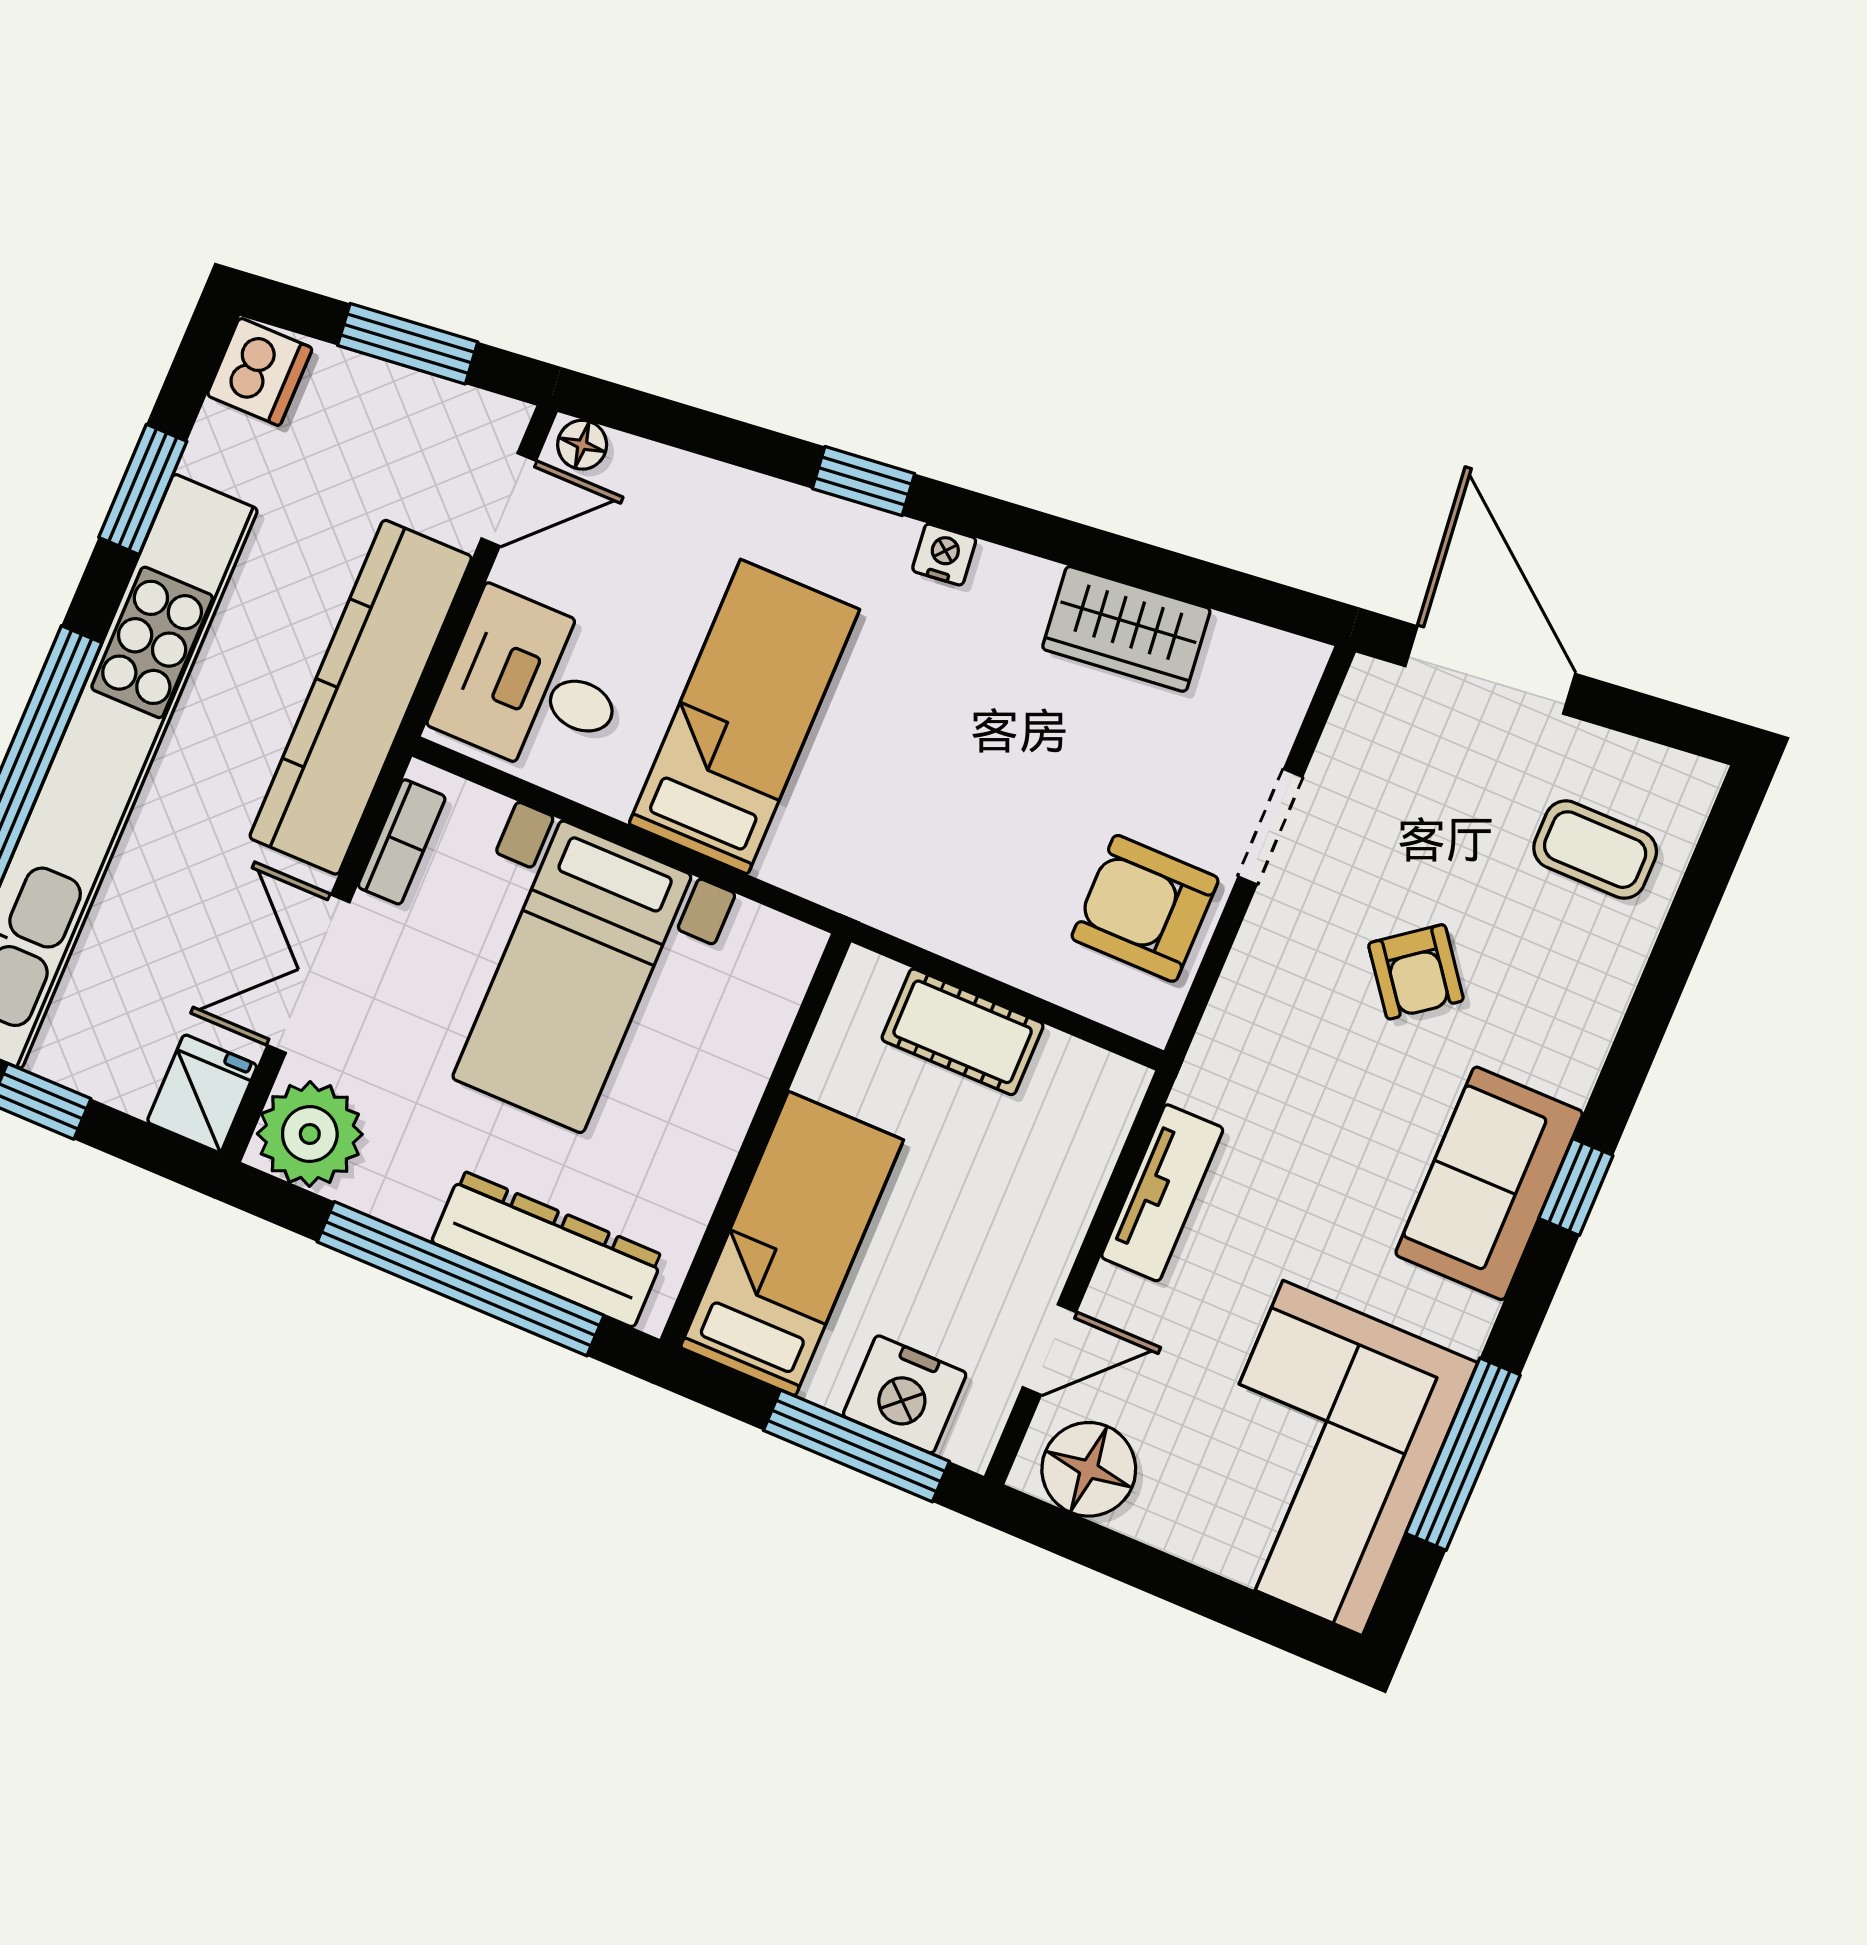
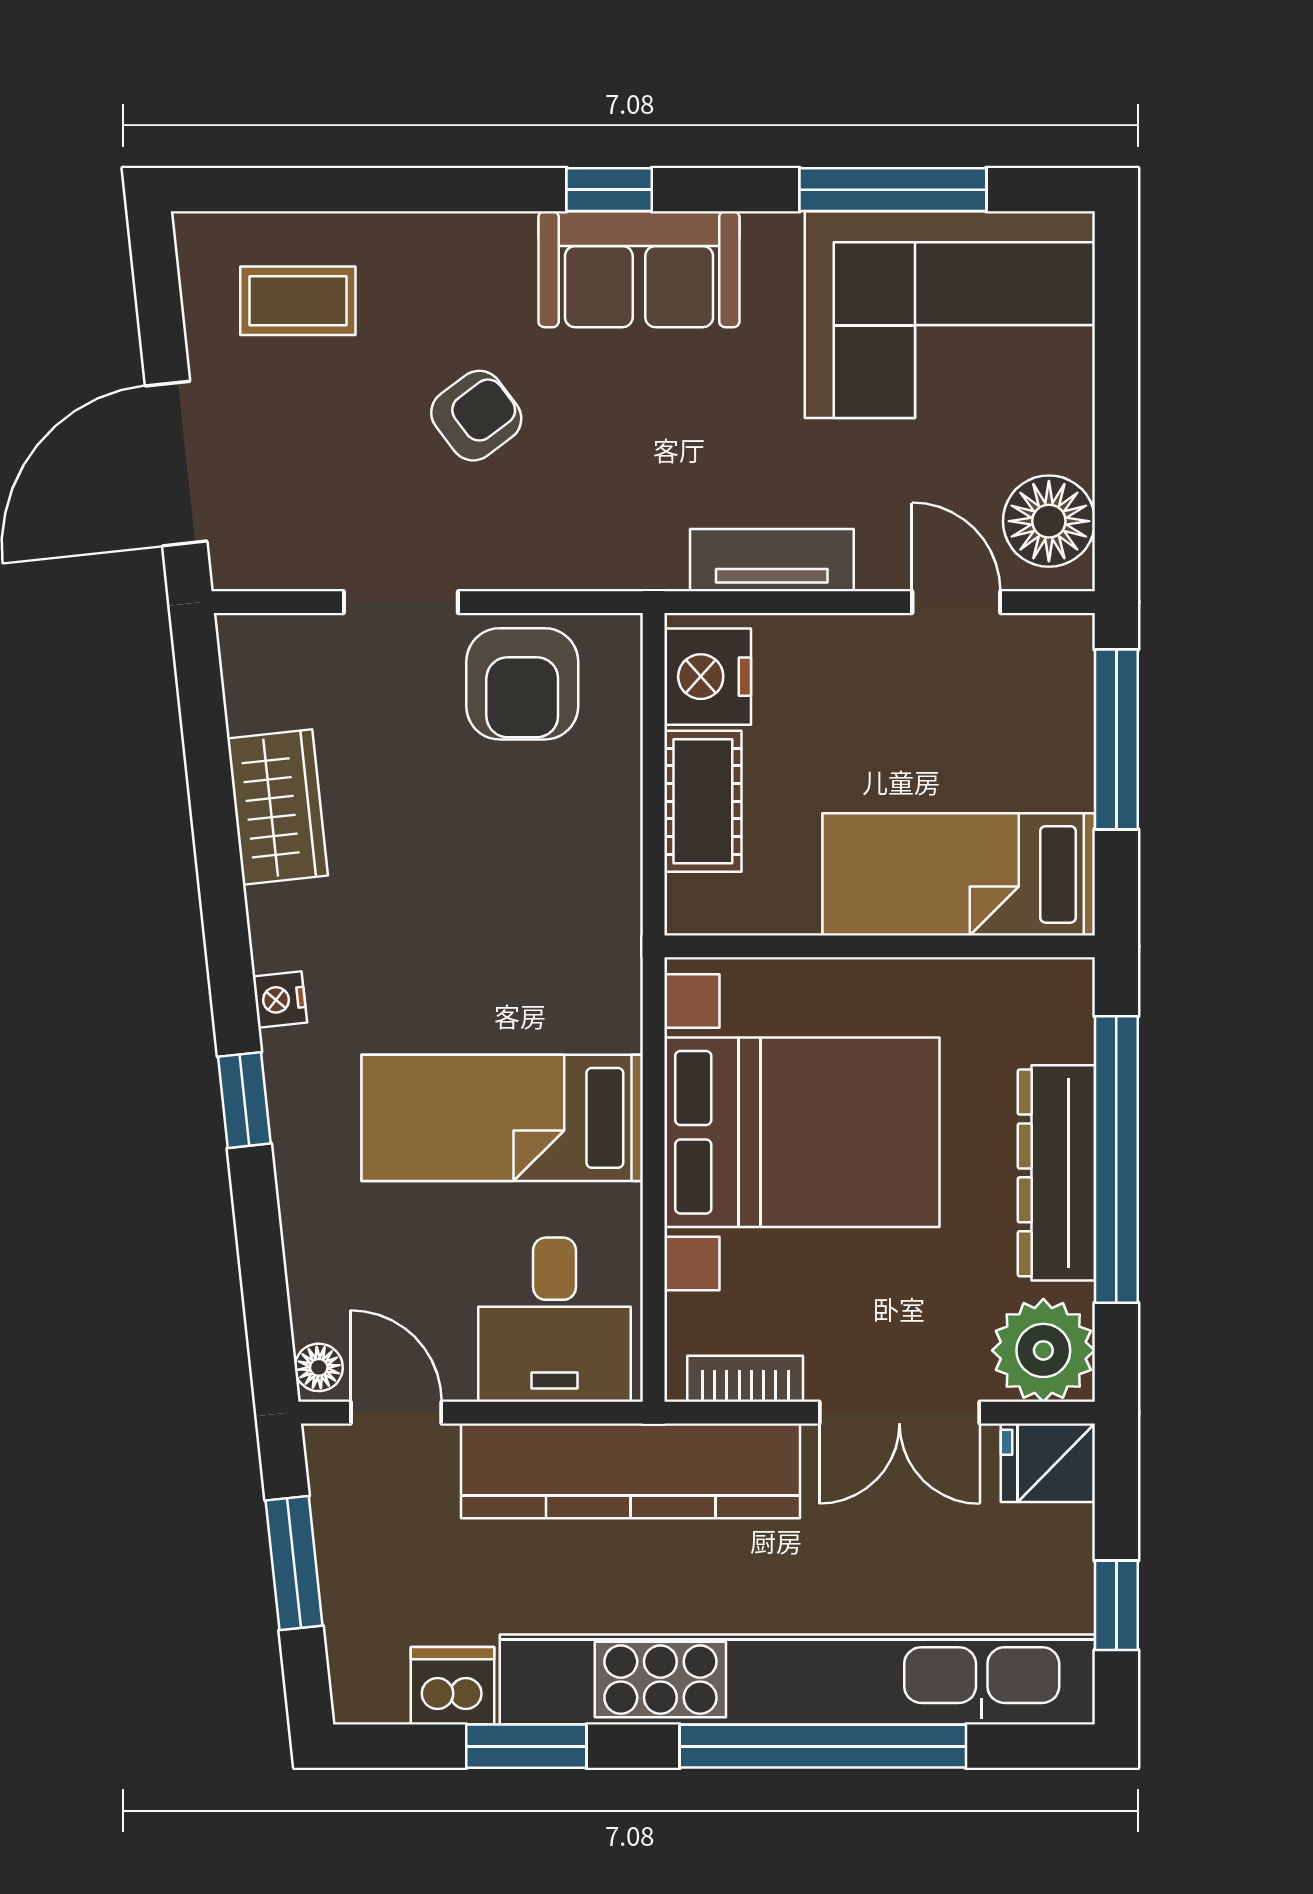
dishwasher: (260, 372) -> (452, 1686), moved
coffee table: (1595, 850) -> (298, 301), turned 90
bed with nightstands: (572, 977) -> (802, 1132), width x1.36
dresser: (548, 1249) -> (1056, 1173), moved
nightstand: (905, 1394) -> (708, 677), moved, turned 180

